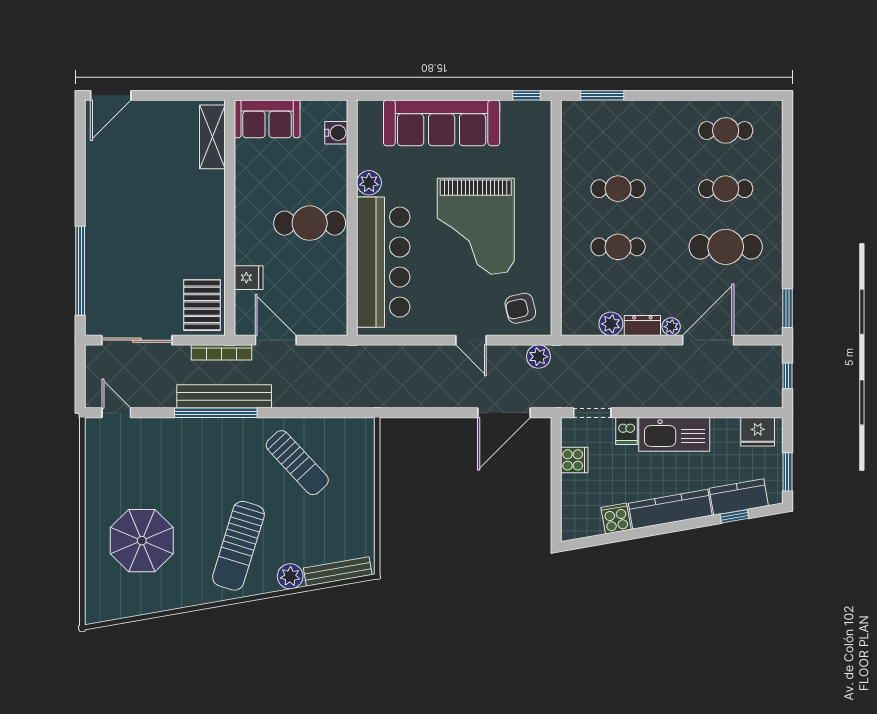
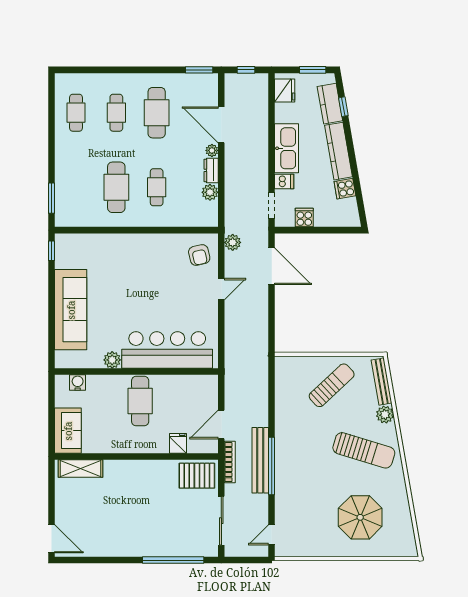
cafe table: (618, 189) -> (116, 187), width x1.37, depth x1.35
grand piano: (476, 226) -> (142, 286), removed
sun lounger: (297, 463) -> (332, 385), moved

